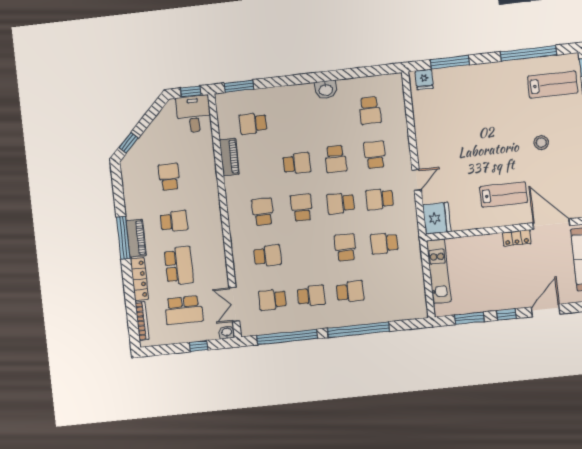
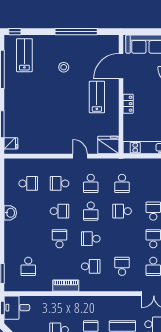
piano: (229, 157) -> (66, 286), moved
school desk: (263, 212) -> (91, 266), turned 180
locker: (517, 238) -> (128, 104), moved

